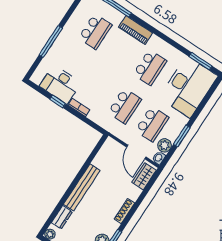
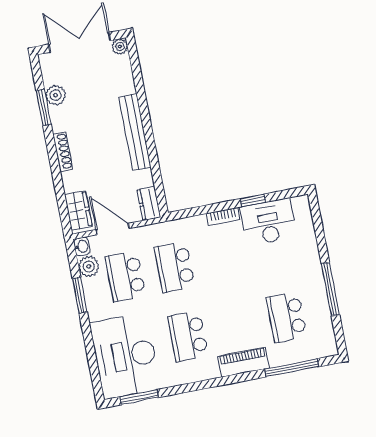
window: (51, 41) -> (330, 289), moved
dresser: (62, 217) -> (149, 203), moved

